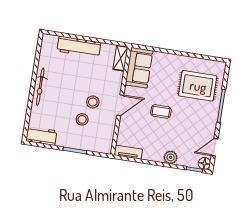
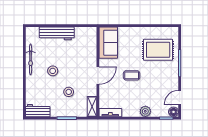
shelving: (121, 58) -> (92, 107), moved
bicycle: (40, 87) -> (31, 59), moved
stool: (93, 102) -> (53, 71), moved

